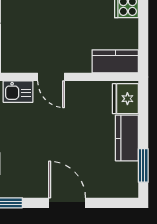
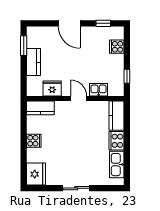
fridge: (125, 99) -> (52, 88), moved, turned -90

